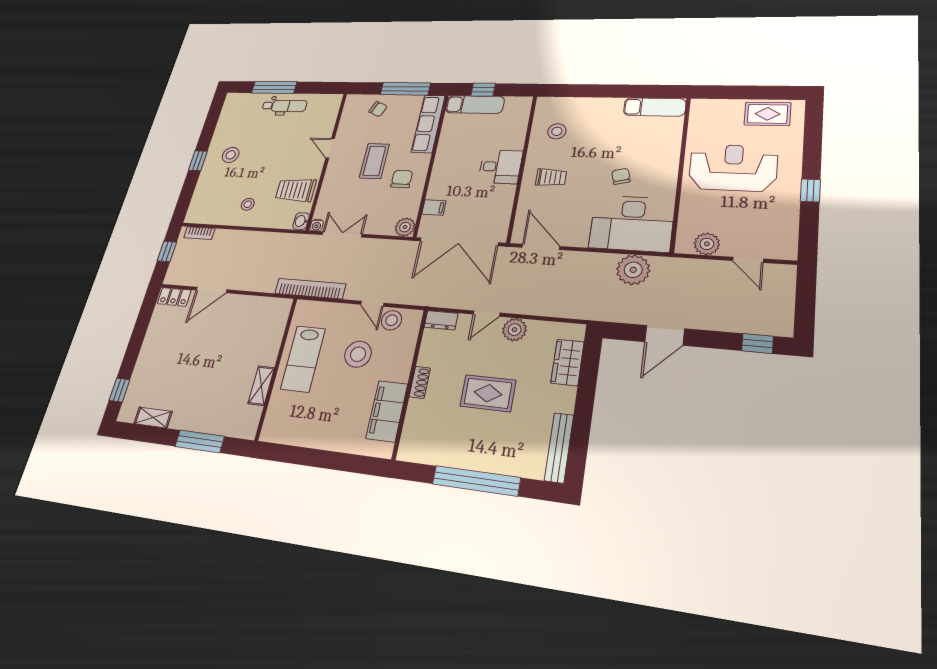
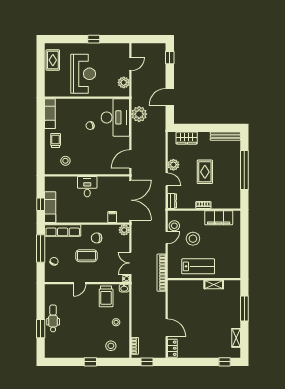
window: (274, 87) -> (41, 329), width x0.69
stool: (231, 155) -> (111, 346), moved
reception desk: (733, 168) -> (83, 74), turned 180
trolley: (551, 177) -> (56, 140), moved
door: (665, 335) -> (170, 97), swing flipped

